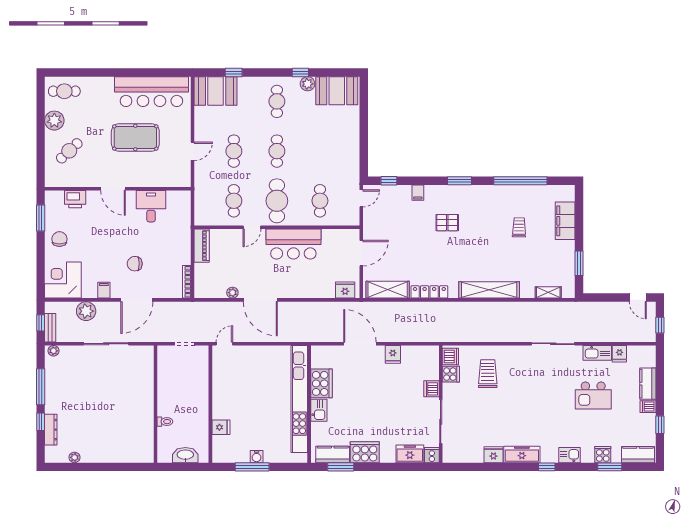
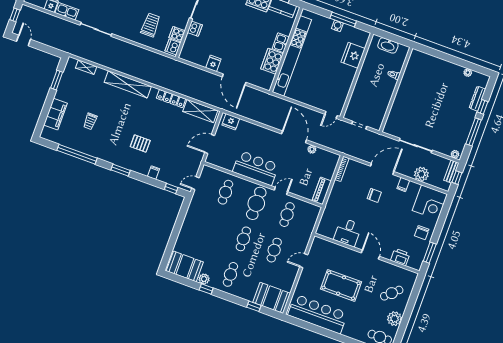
trolley: (488, 374) -> (150, 25), turned 180
fridge: (221, 427) -> (353, 55), width x1.88, depth x1.34

